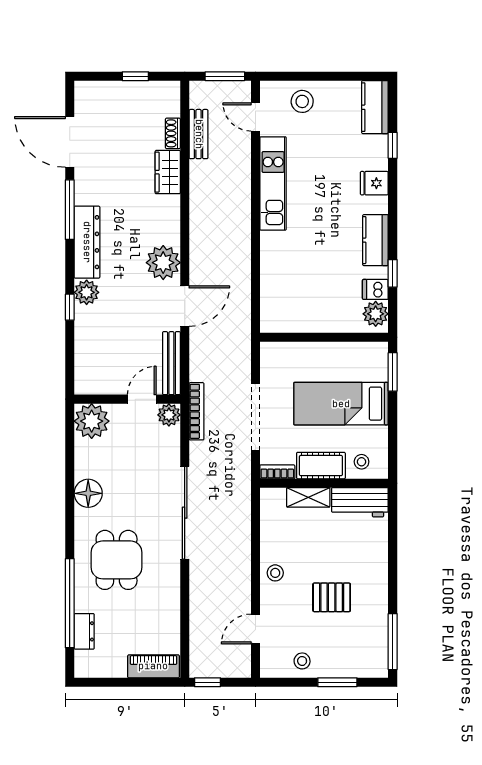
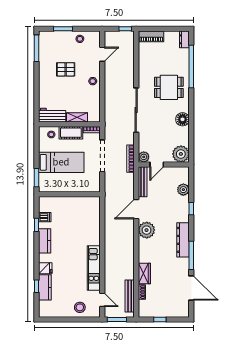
kitchen counter: (375, 107) -> (45, 287), moved
bench: (199, 134) -> (130, 296), width x1.36
plant: (87, 292) -> (183, 190), moved
plant: (376, 314) -> (45, 205), removed
dining table: (117, 560) -> (169, 87), turned 90
dresser: (84, 631) -> (184, 39), moved

